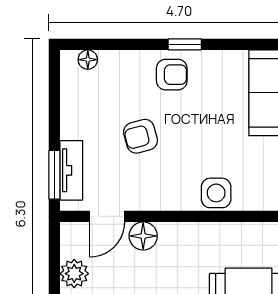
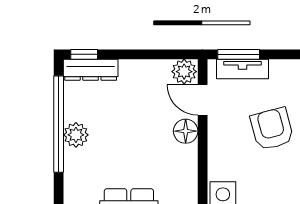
armchair: (141, 136) -> (272, 129), width x1.38, depth x1.38
plant: (74, 274) -> (184, 72), moved

